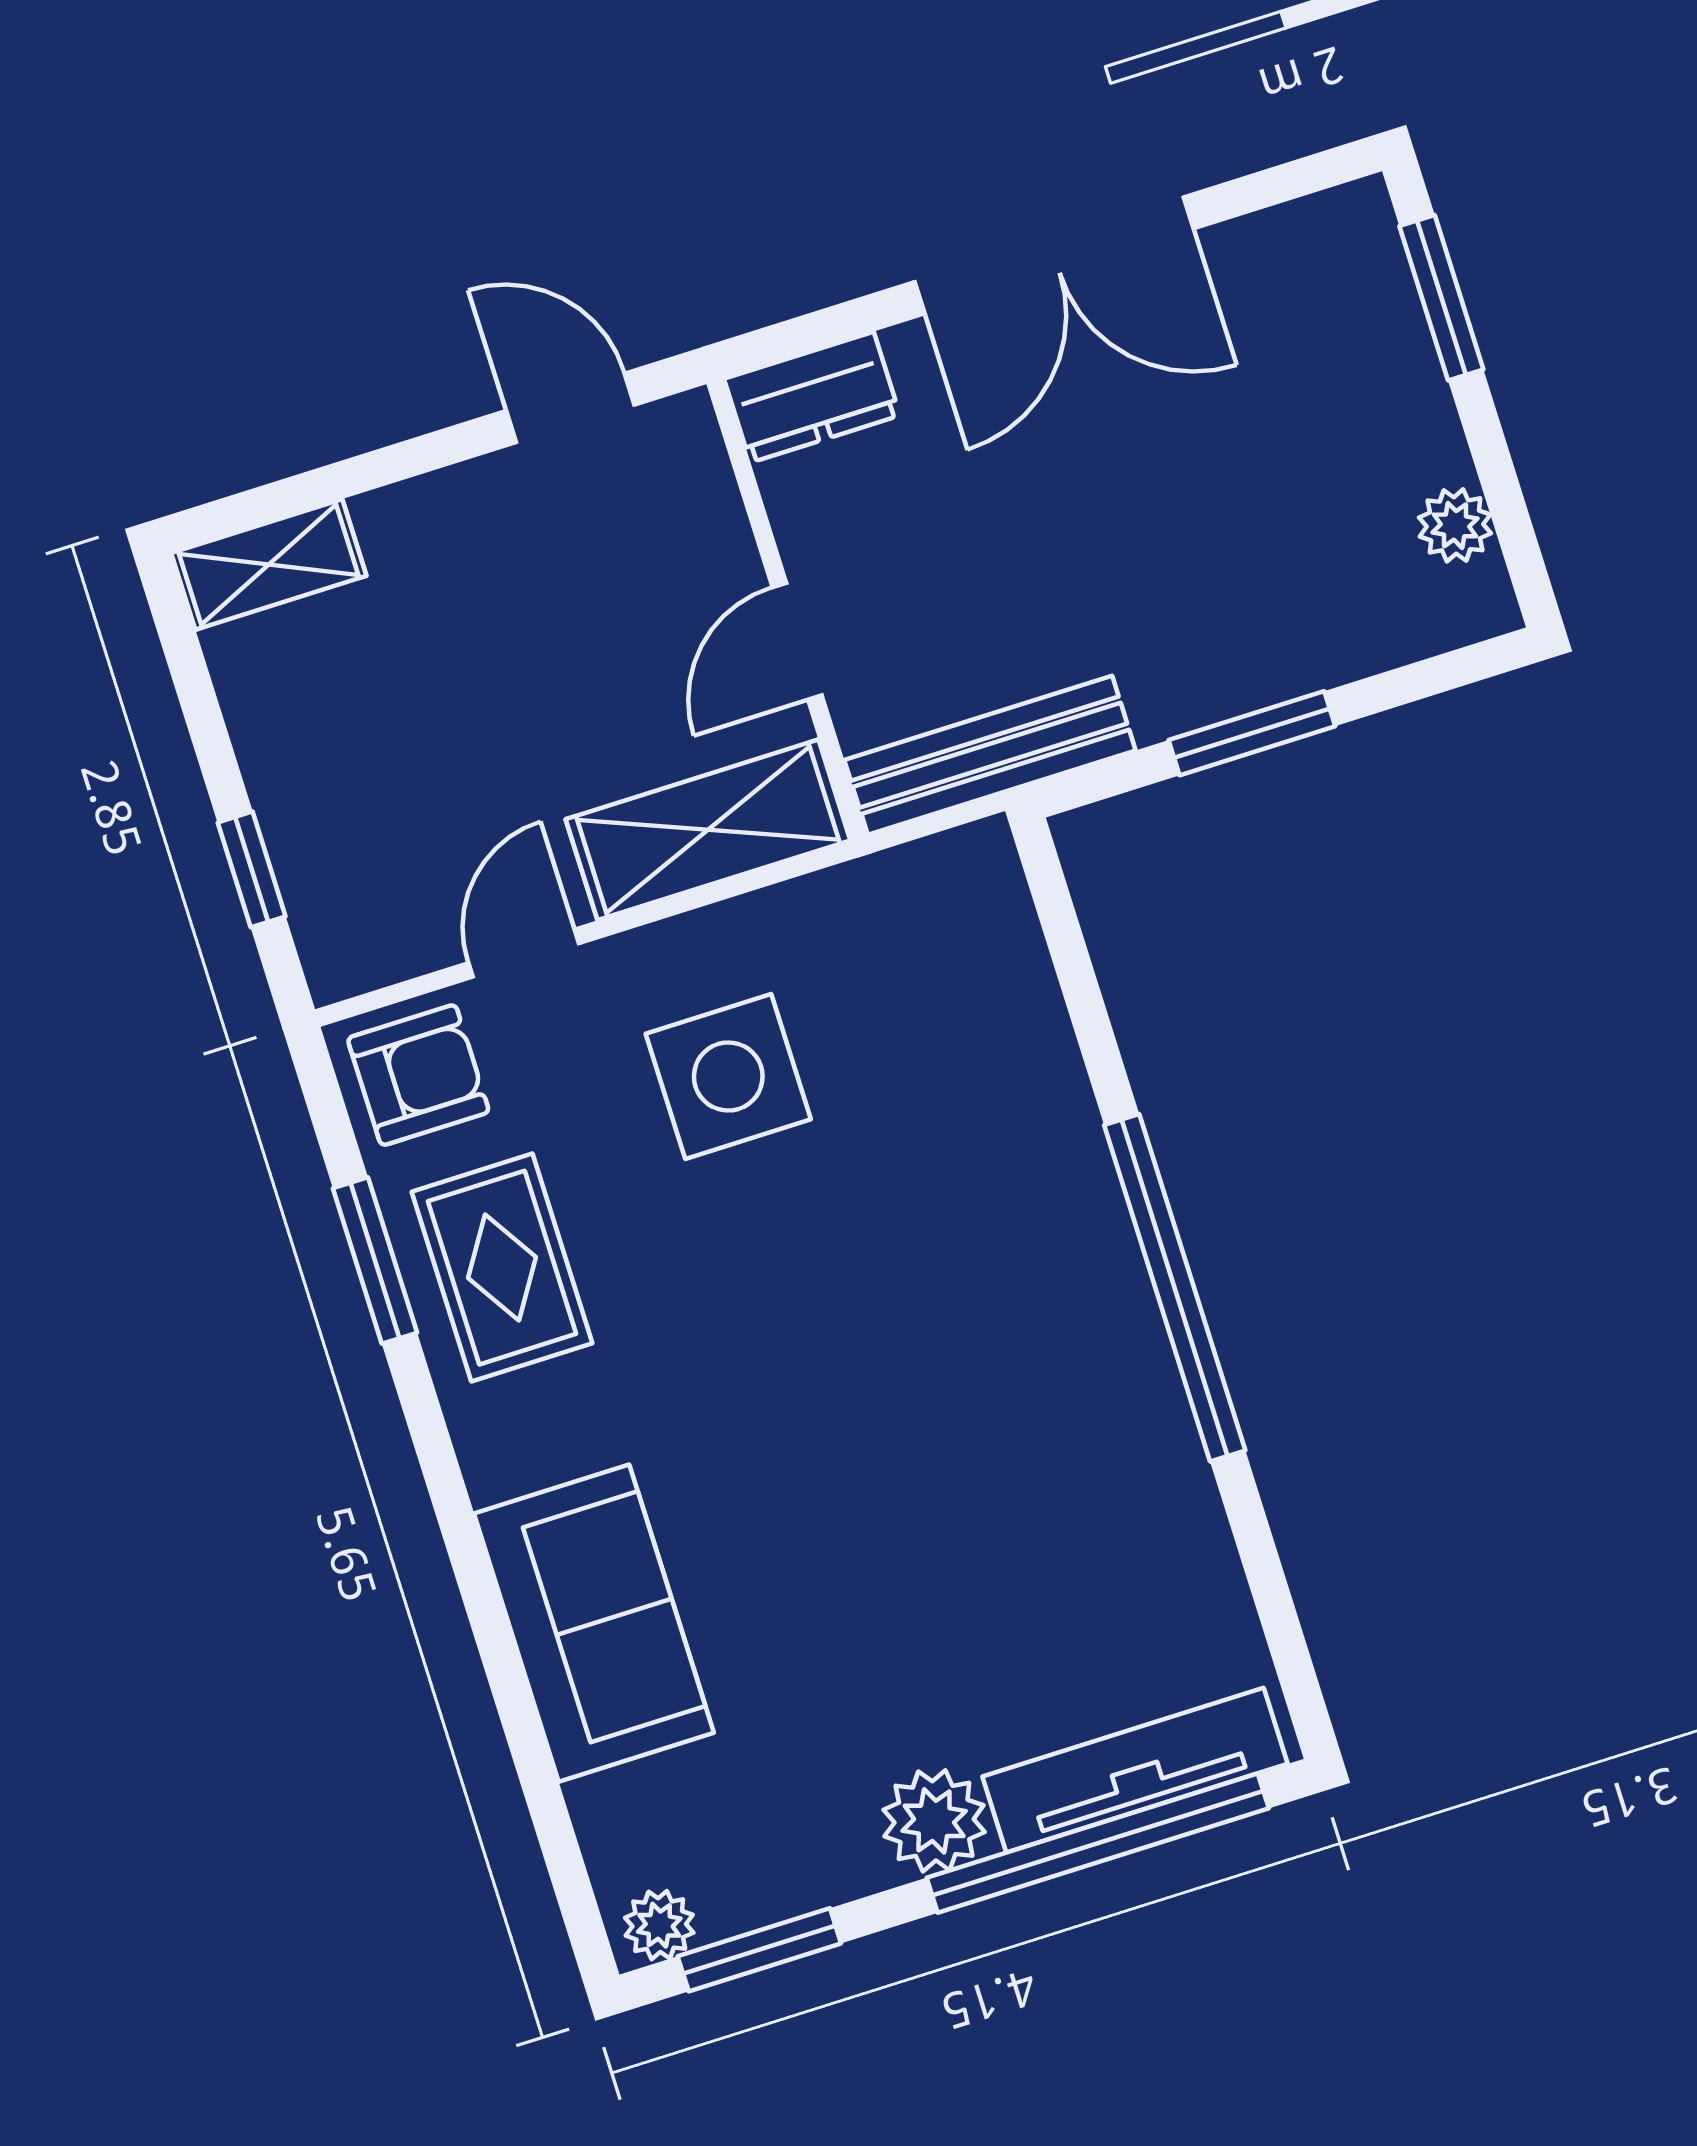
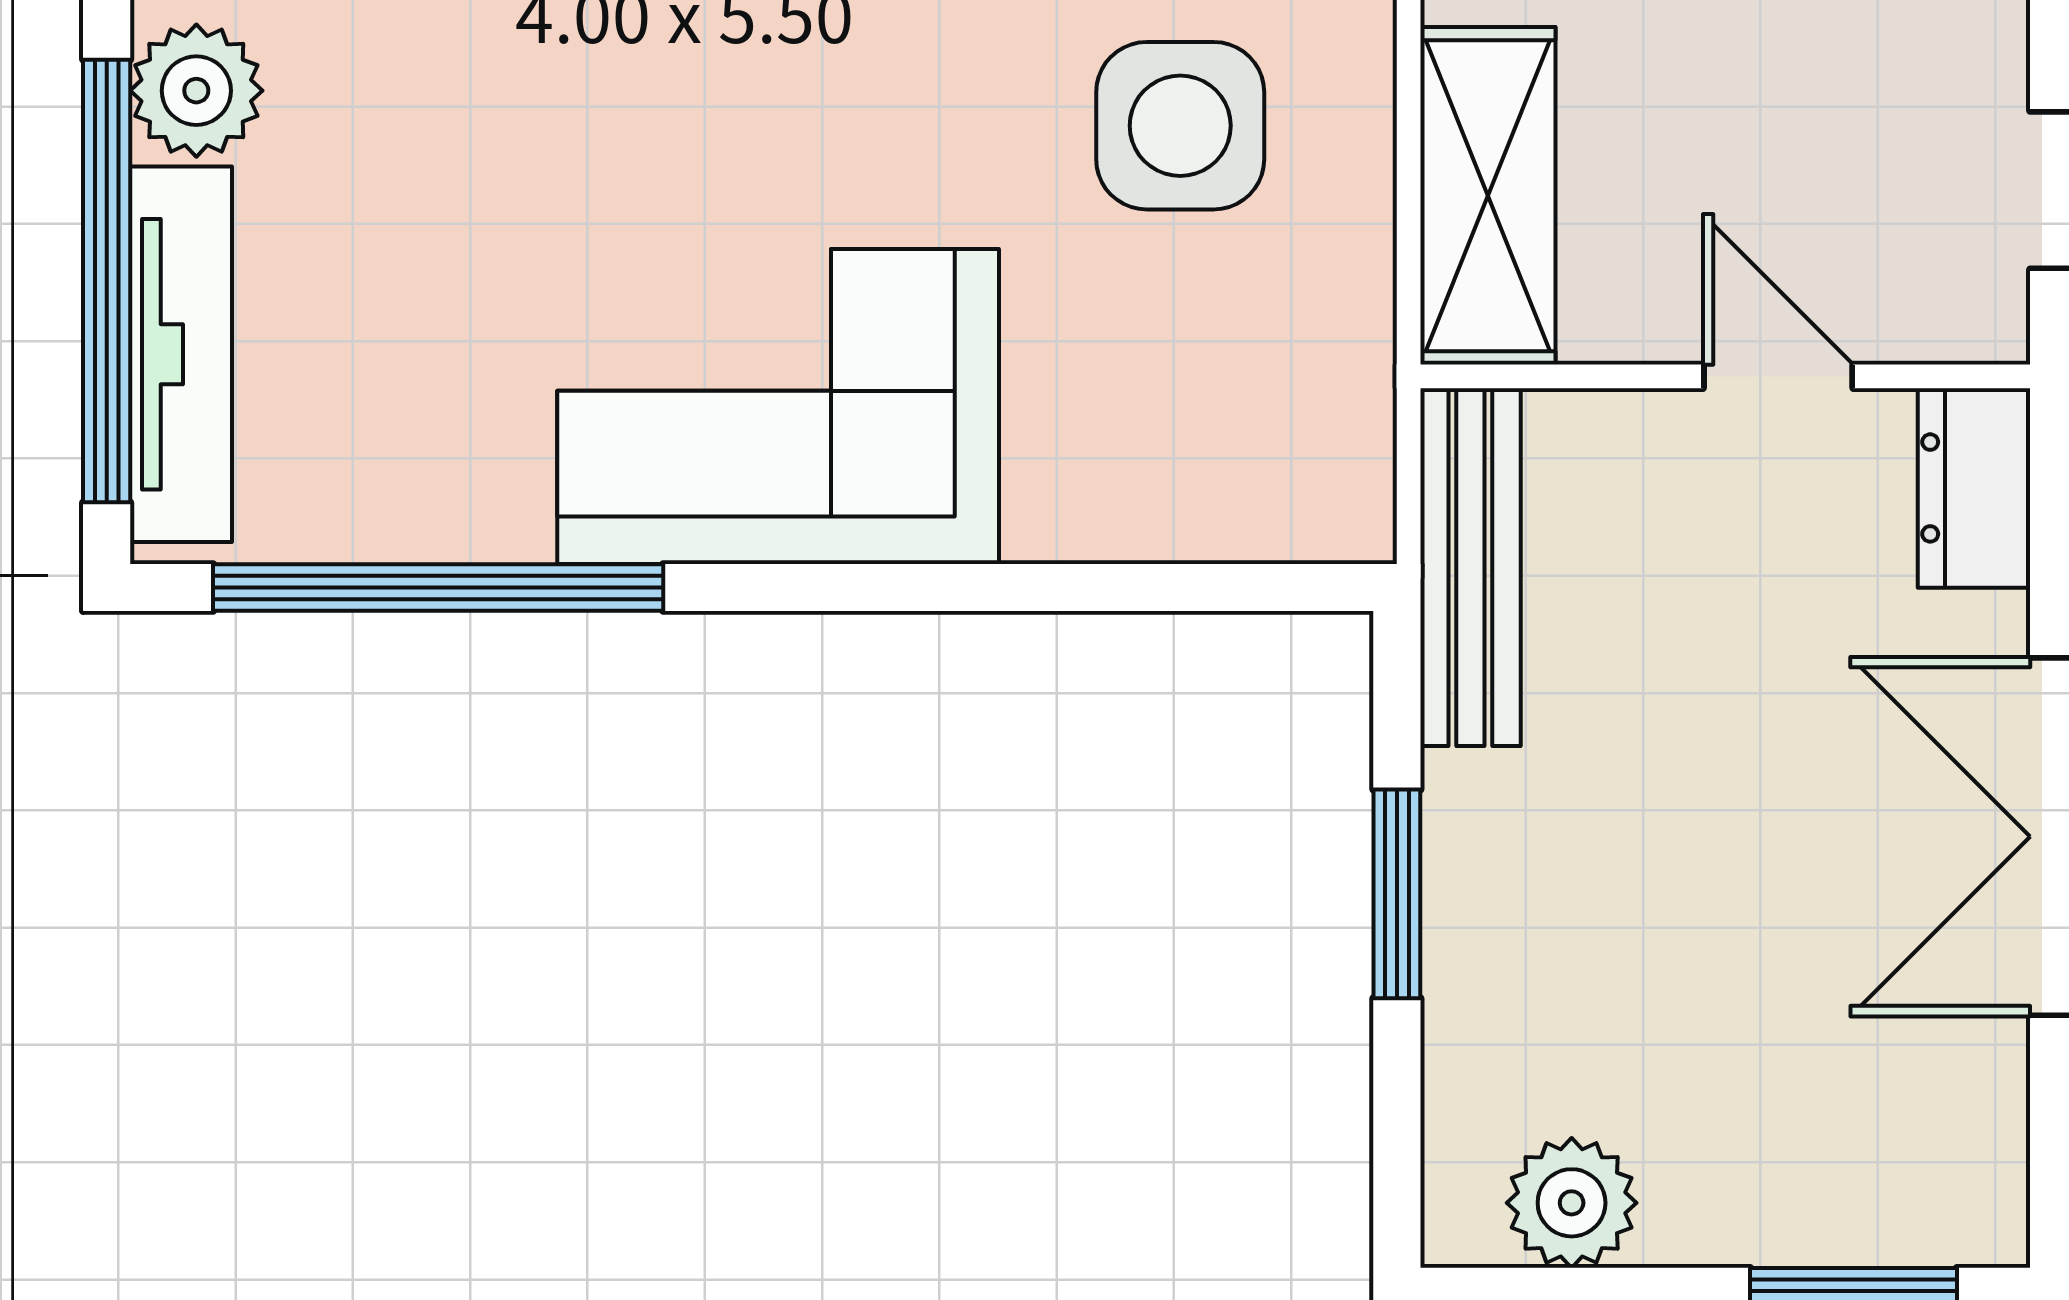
plant: (1455, 525) -> (1572, 1203), width x1.38, depth x1.38
door: (797, 641) -> (1778, 376), moved
window: (1175, 1288) -> (438, 587), moved
corner sofa: (1033, 1311) -> (778, 406), added

